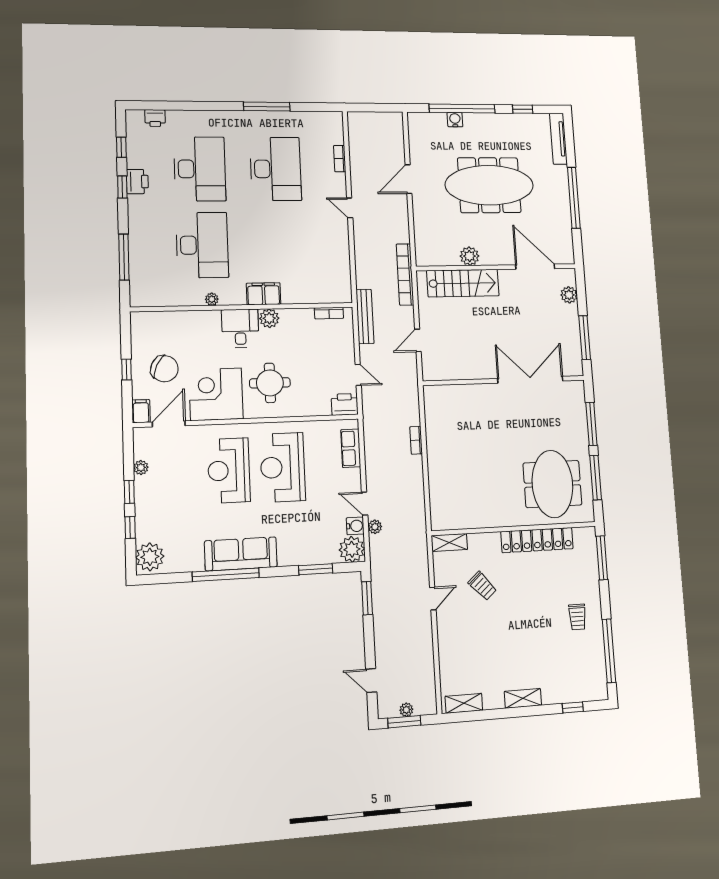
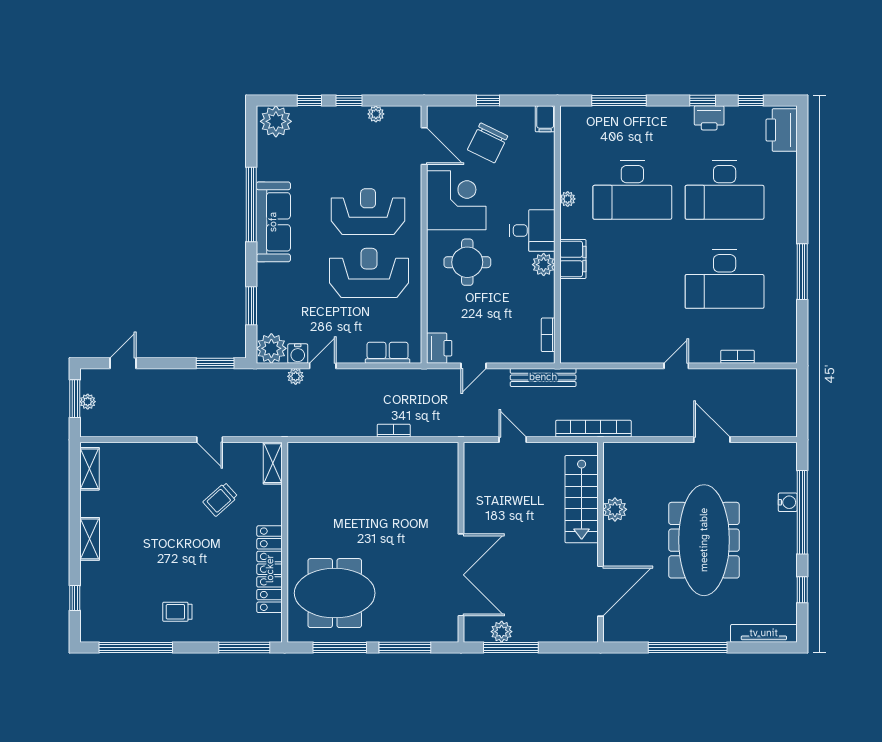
printer: (155, 118) -> (782, 130), width x1.87, depth x1.48
plant: (569, 295) -> (502, 632), moved
filing cabinet: (141, 411) -> (545, 119), moved, turned 90

